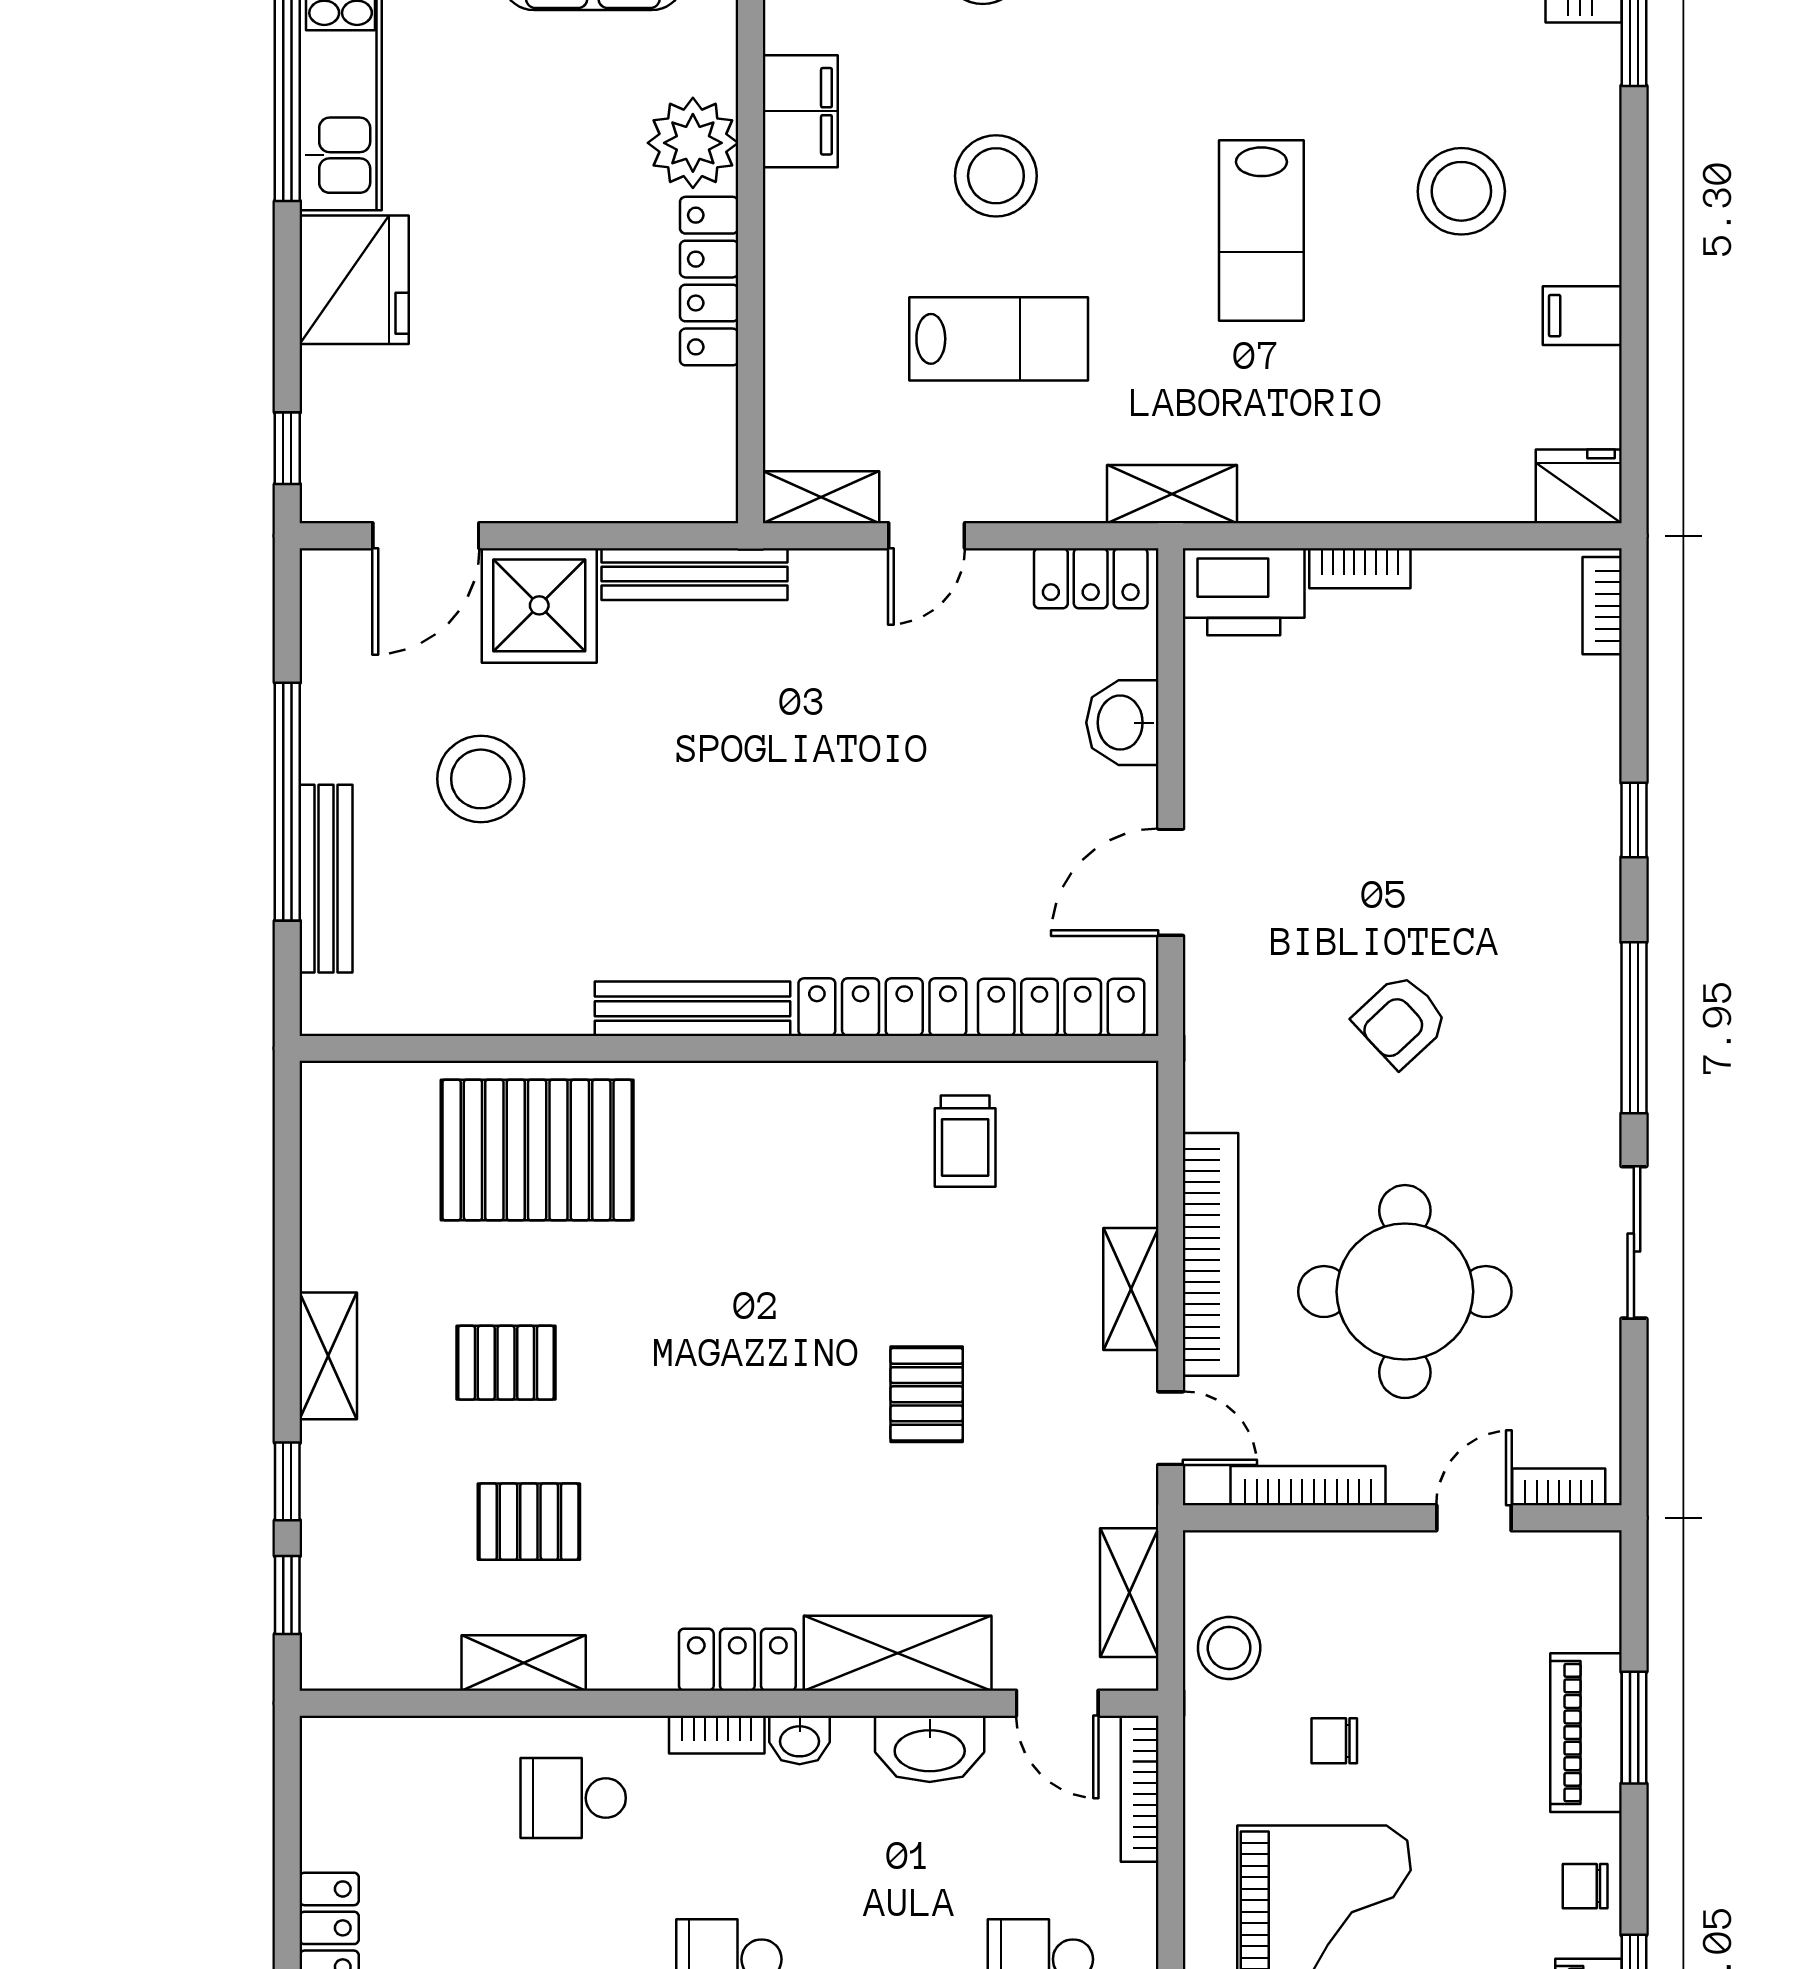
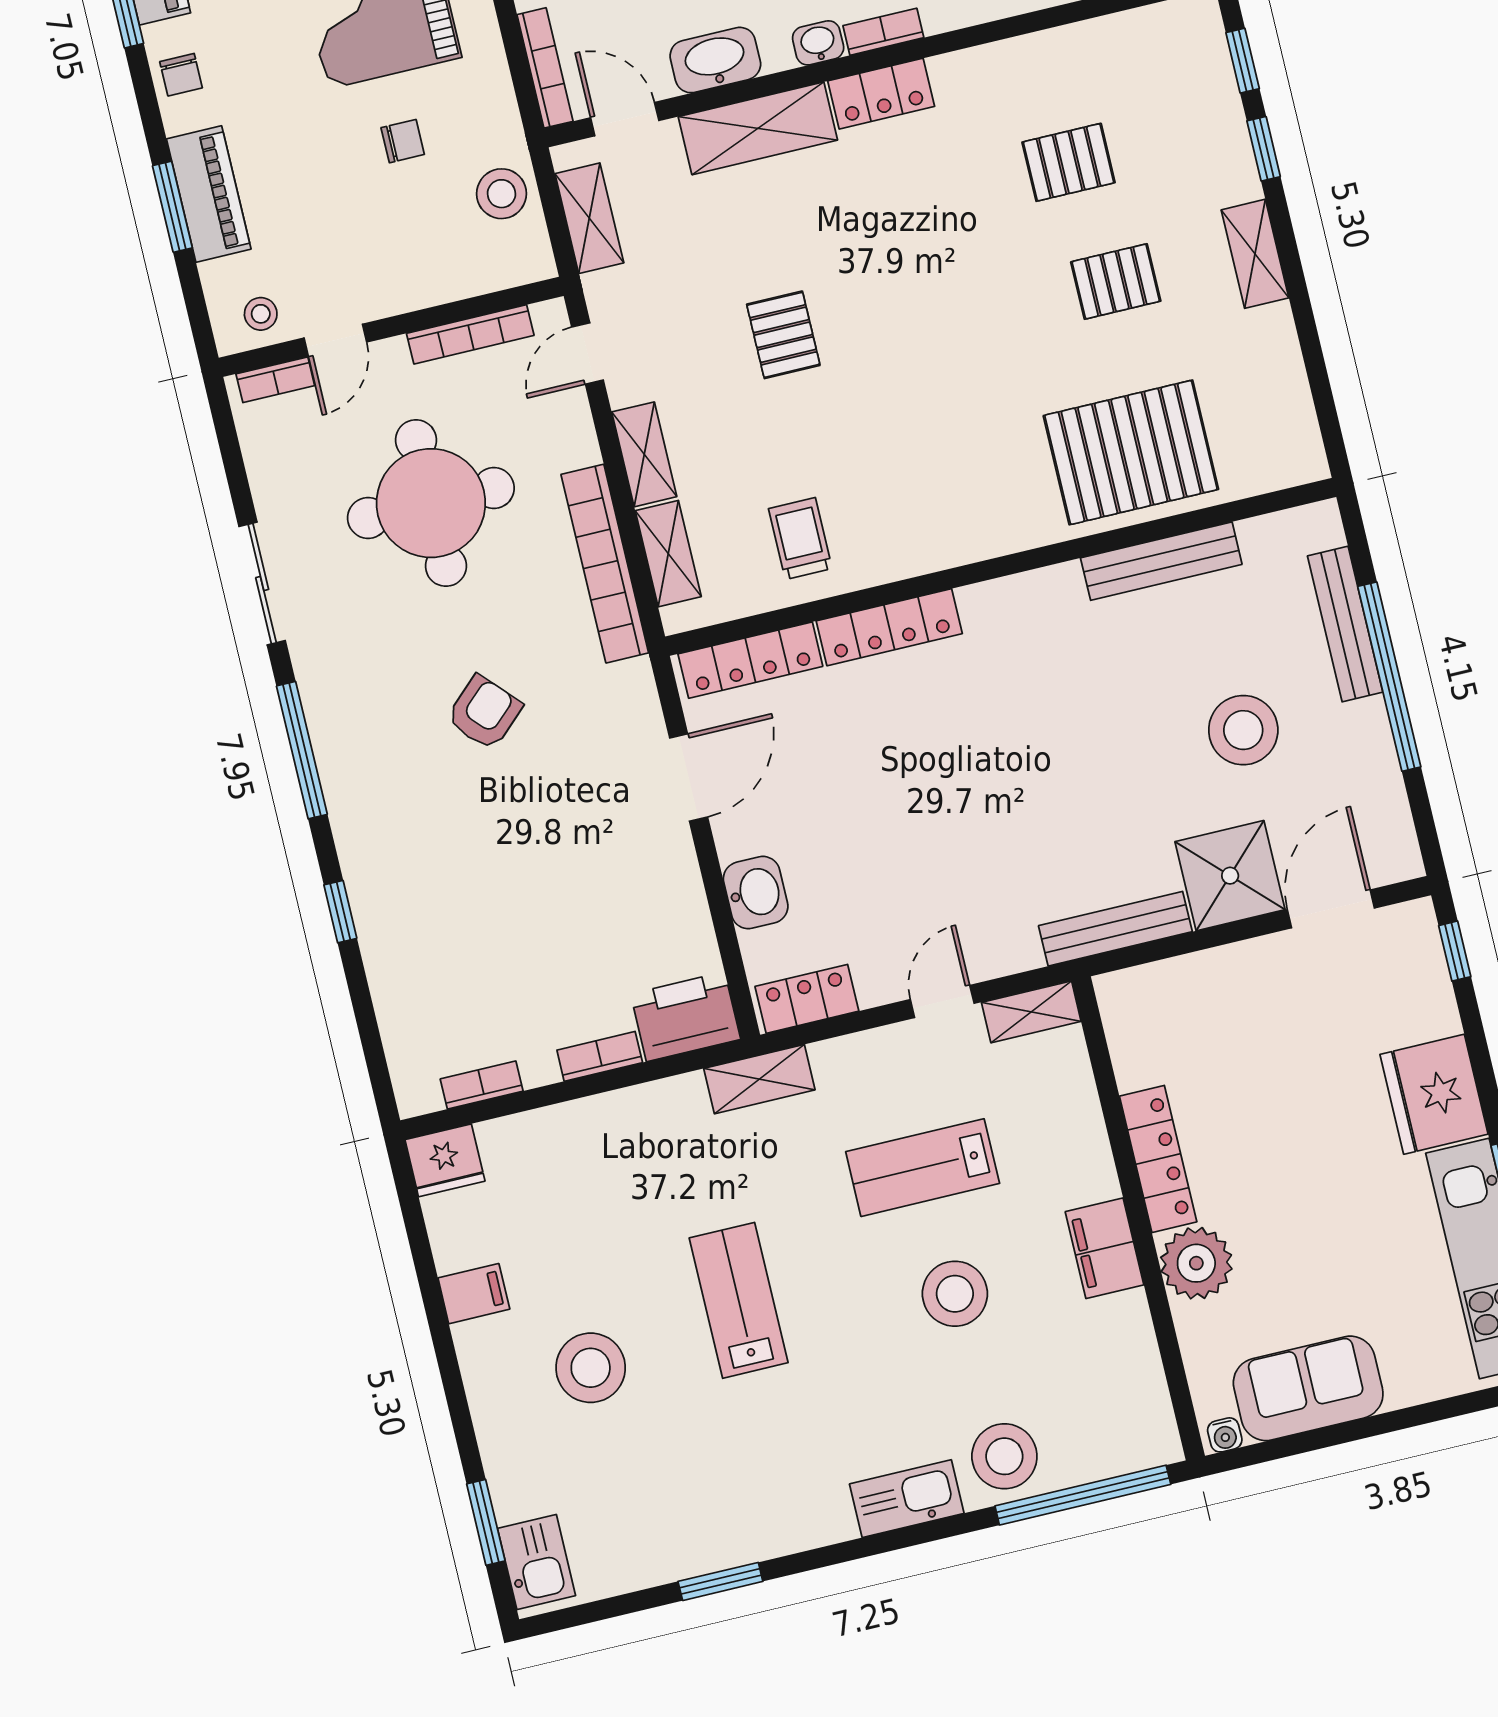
filing cabinet: (800, 111) -> (1105, 1248), moved
bookcase: (1602, 606) -> (482, 1085), moved, turned -90
bench: (693, 1009) -> (1161, 561), moved
bookcase: (1211, 1254) -> (605, 564), moved
door: (1171, 1428) -> (588, 354), hinge flipped
stool: (1557, 1572) -> (261, 314), added
shelving: (524, 1663) -> (668, 554), moved, turned 90
chair: (1585, 1886) -> (181, 75), turned 90

